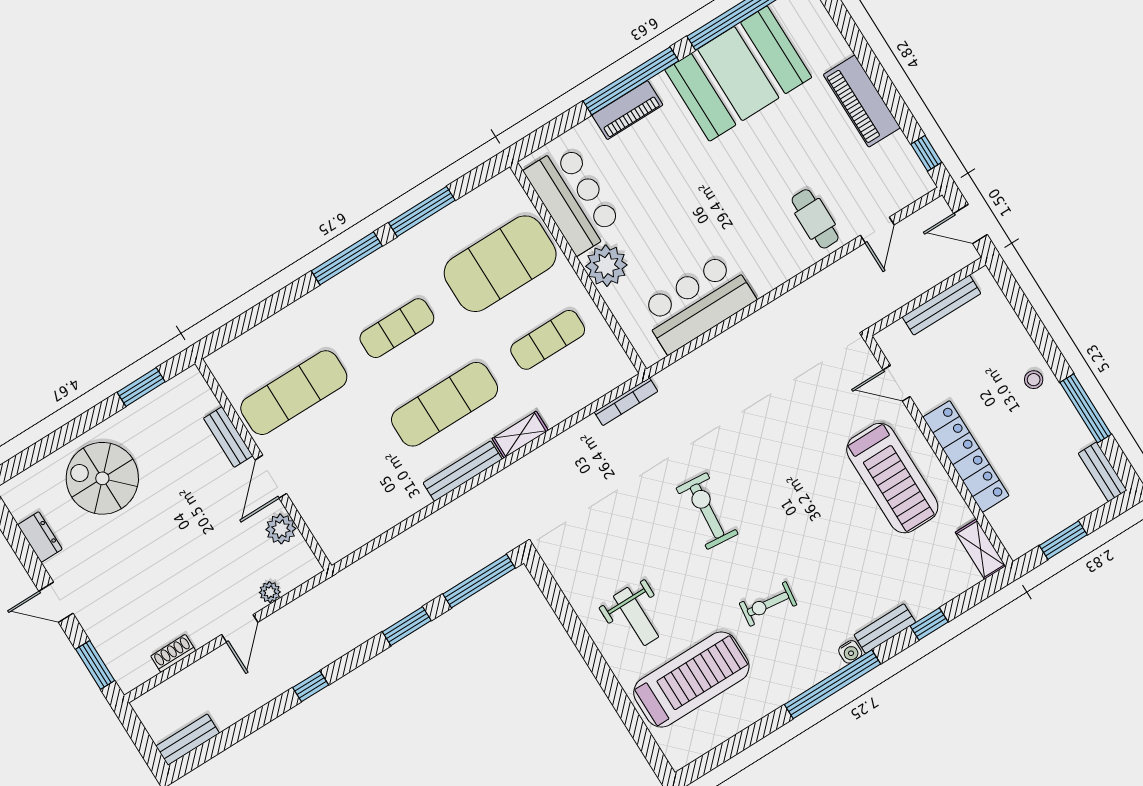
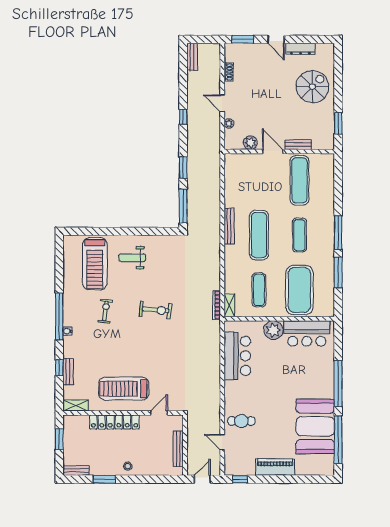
piano: (627, 110) -> (328, 375), removed
window: (1086, 408) -> (104, 479), width x0.69
shelving: (520, 435) -> (229, 305), moved
dresser: (40, 537) -> (300, 49), width x1.44
door: (56, 602) -> (276, 39), swing flipped
bench: (885, 629) -> (68, 372), moved

